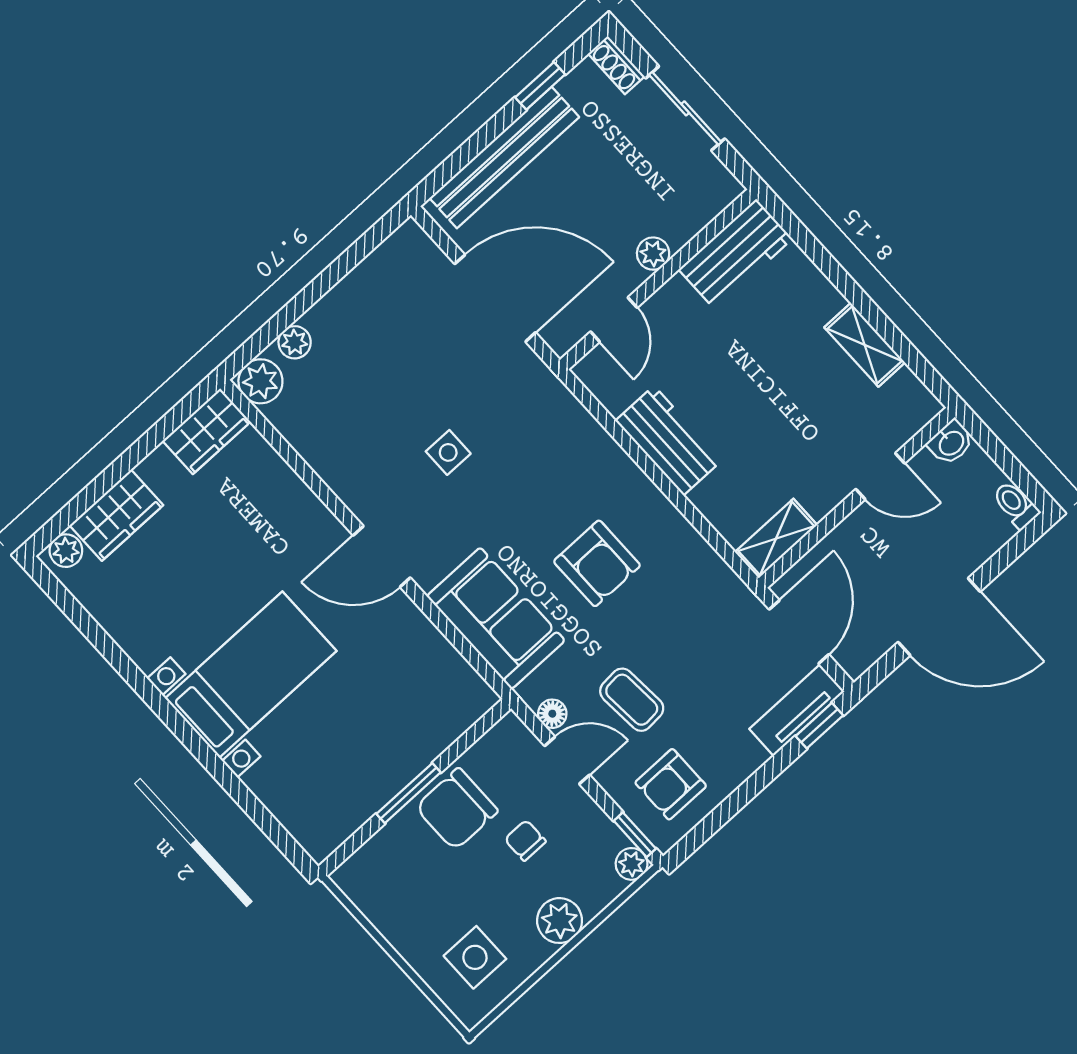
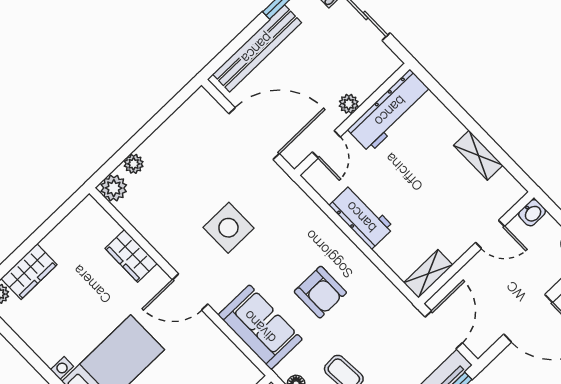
workbench: (735, 254) -> (390, 111), width x1.38
wardrobe: (206, 431) -> (131, 256), moved, turned 90
side table: (448, 452) -> (228, 228), width x1.87, depth x1.87

